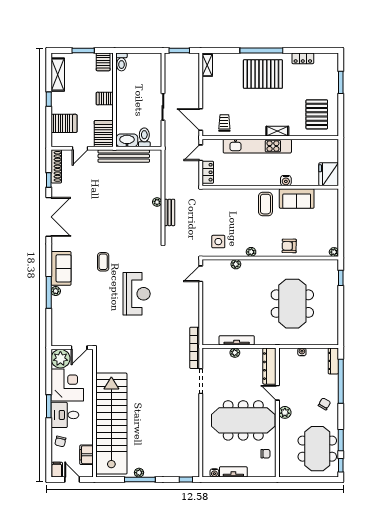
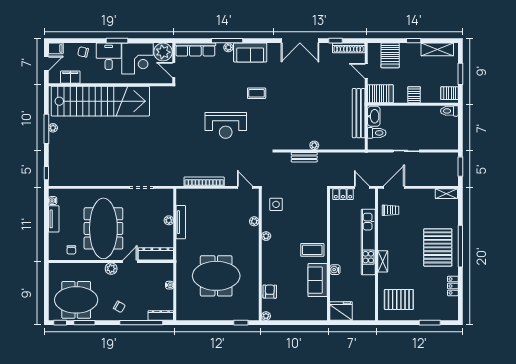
armchair: (289, 246) -> (270, 292), moved
row of seats: (58, 325) -> (195, 50), added
bookcase: (195, 348) -> (204, 181), moved

